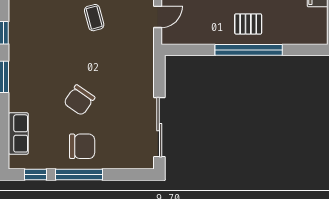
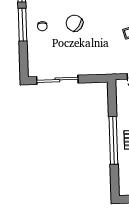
chair: (82, 146) -> (42, 26), width x0.54, depth x0.54

